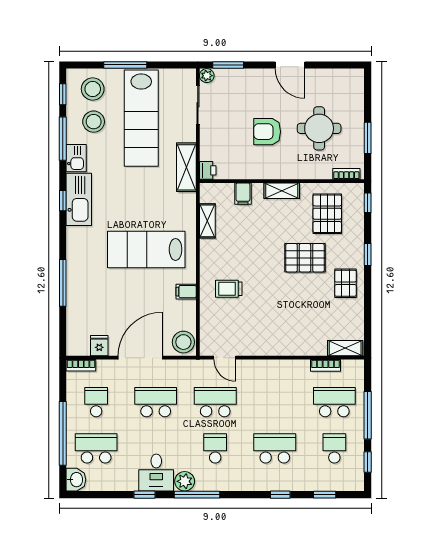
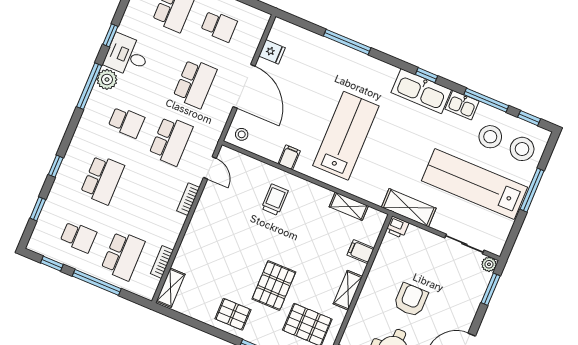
stool: (183, 342) -> (242, 134), width x0.53, depth x0.53
door: (225, 358) -> (210, 168), swing flipped
bookcase: (81, 365) -> (188, 199), moved

